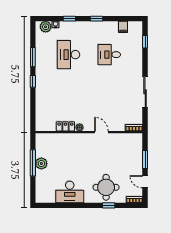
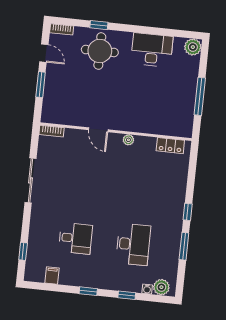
locker: (65, 126) -> (170, 146), moved
plant: (41, 164) -> (193, 47), moved

